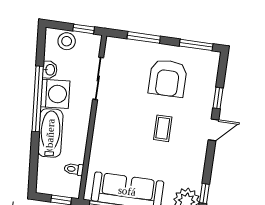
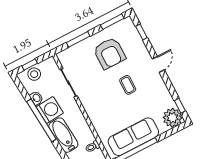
window: (84, 29) -> (30, 65), moved
window: (218, 98) -> (141, 32), moved

